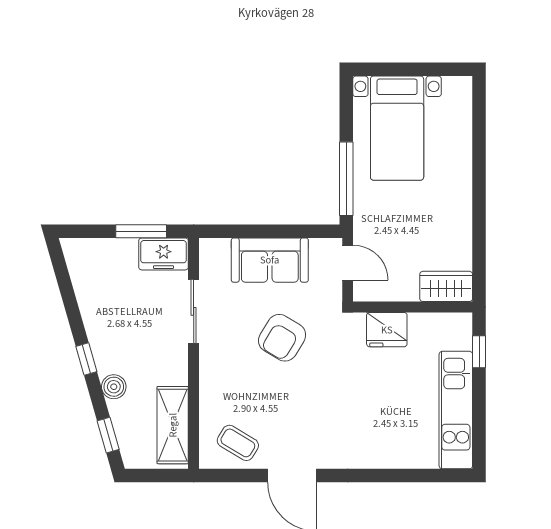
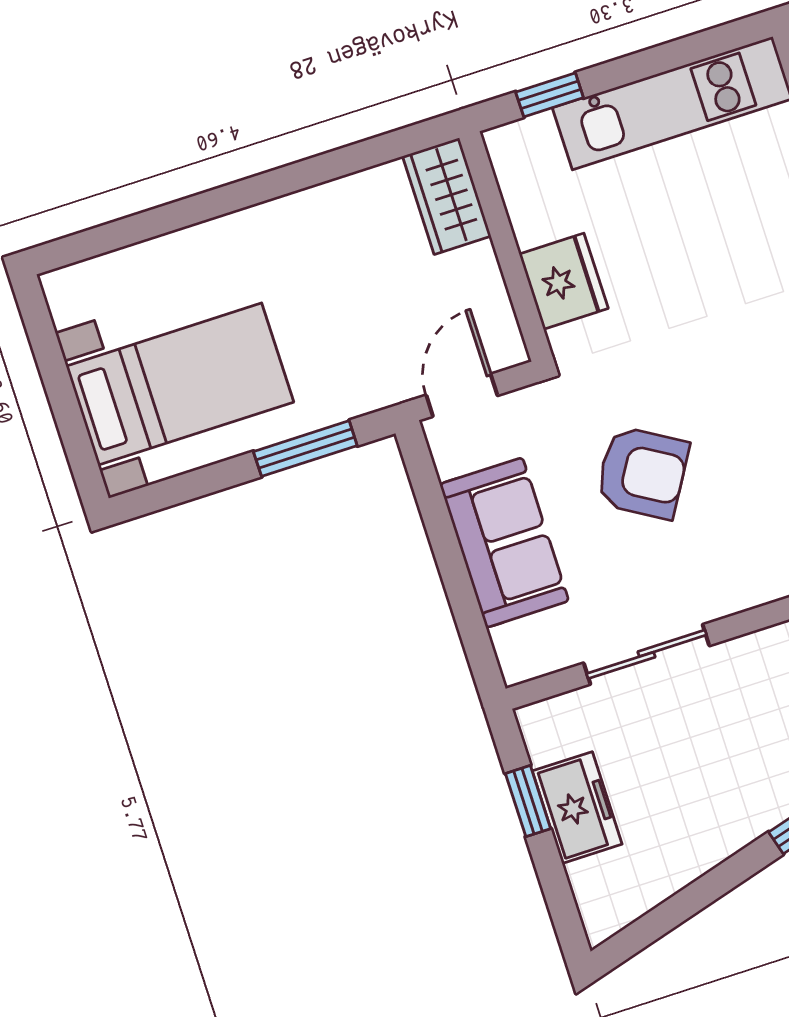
window: (346, 179) -> (305, 449), width x0.69
window: (141, 231) -> (528, 801), width x0.67
freezer: (164, 254) -> (577, 808), moved

